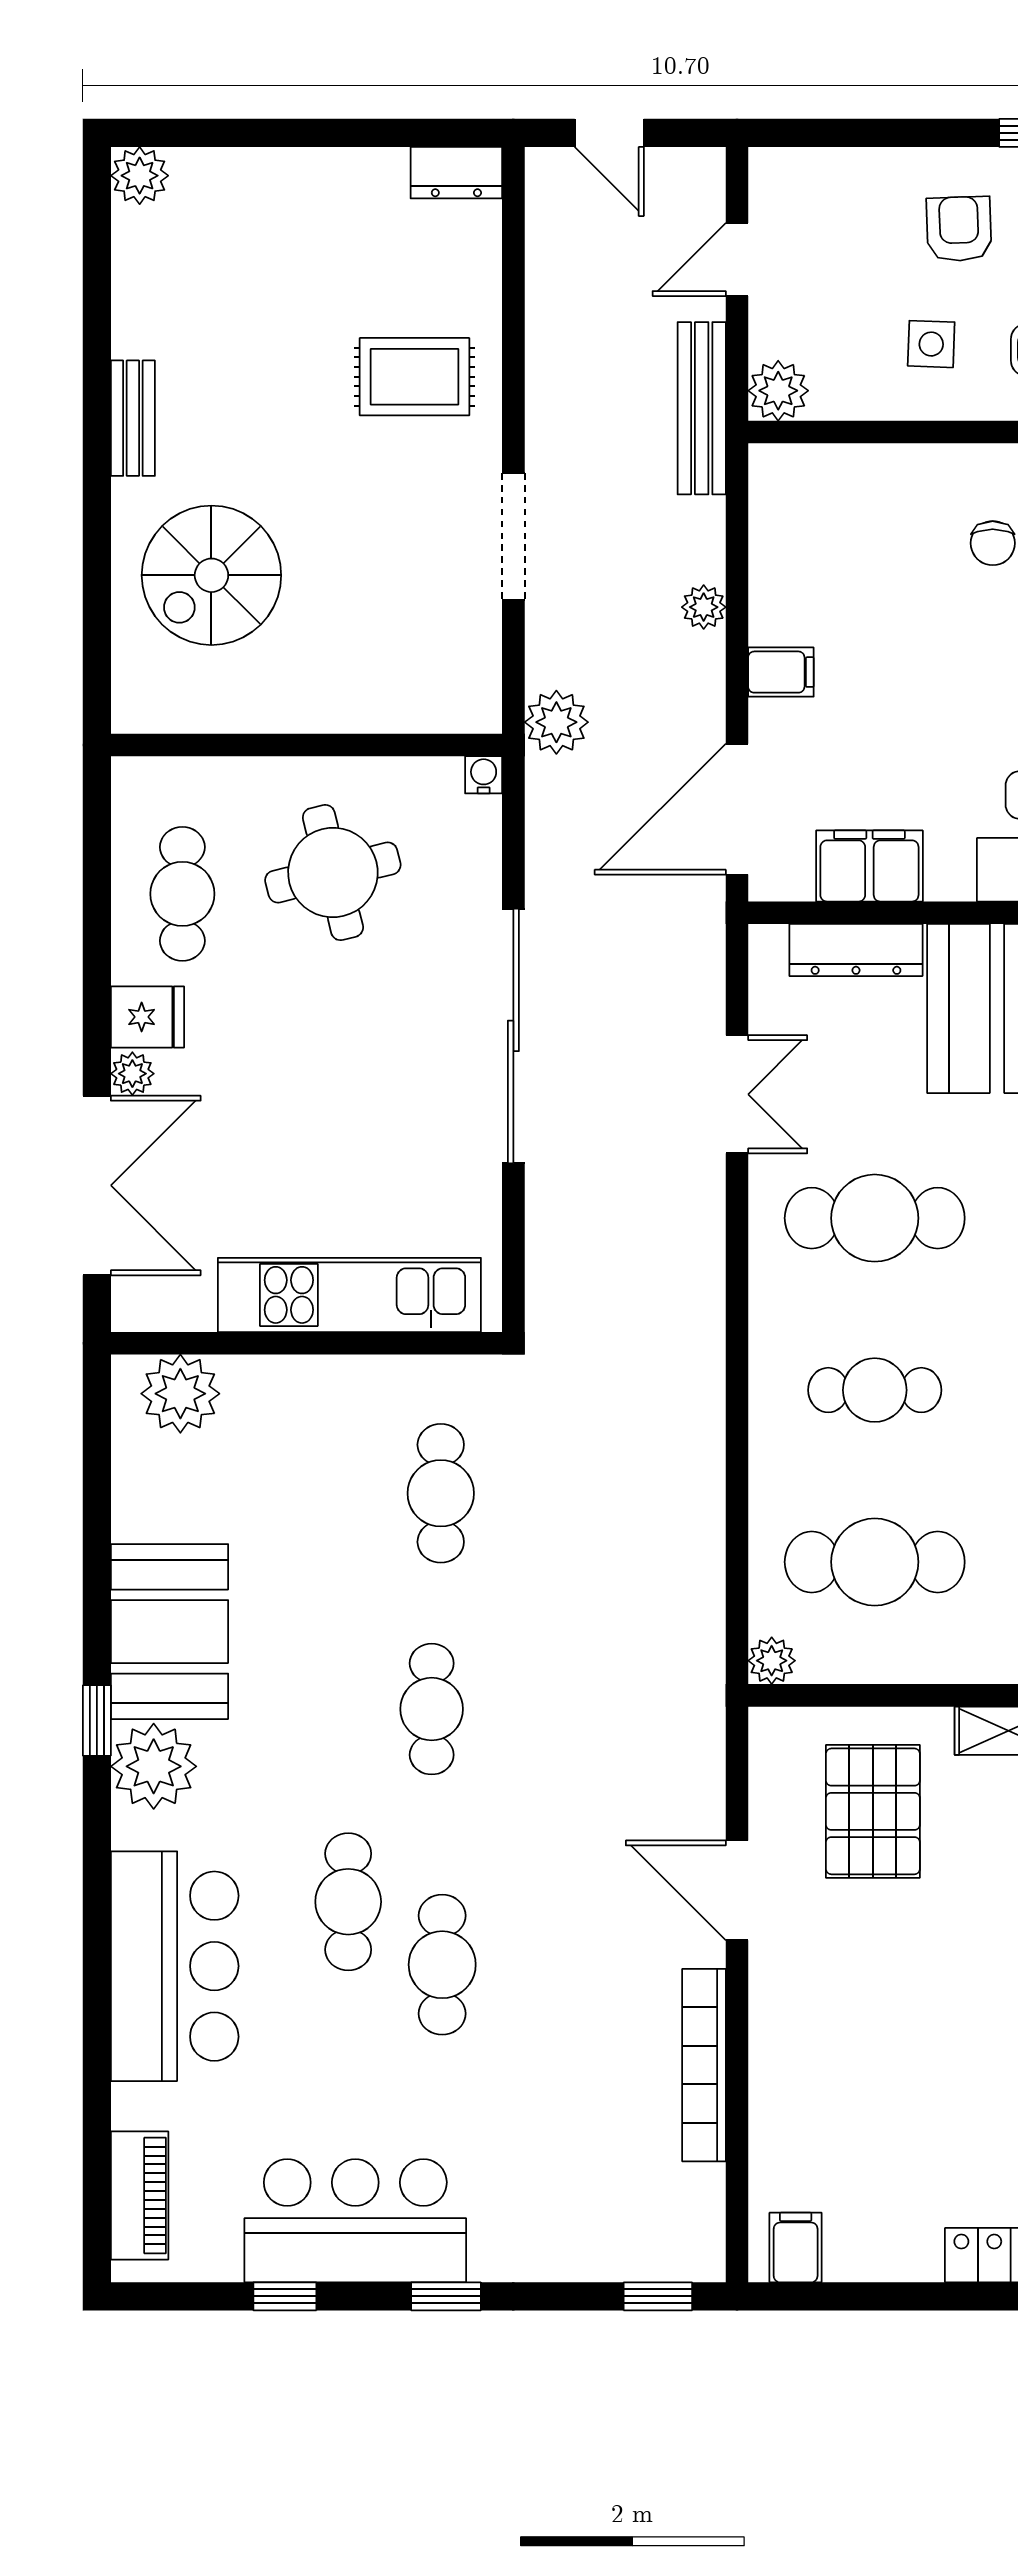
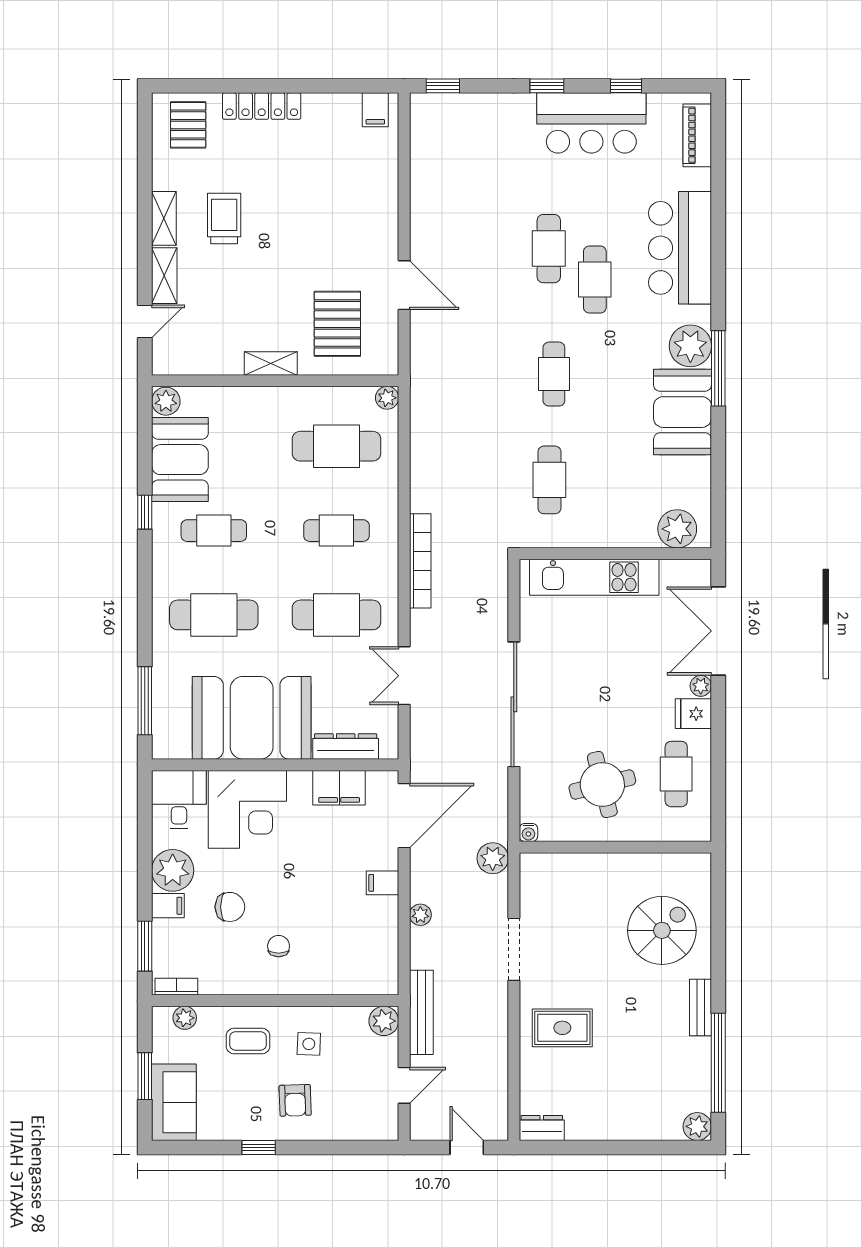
window: (97, 305) -> (718, 1063), added
window: (97, 1721) -> (718, 368), width x2.17
bookcase: (704, 2065) -> (420, 561), moved

